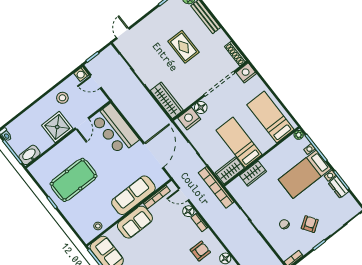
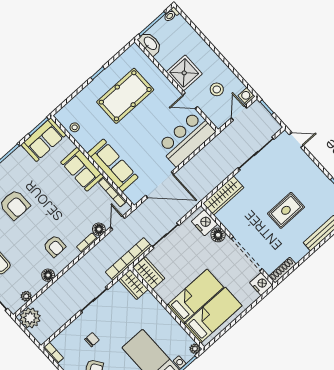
stool: (62, 98) -> (217, 89), moved
bed: (239, 142) -> (195, 296), moved
wardrobe: (253, 174) -> (133, 284), moved
pool table: (74, 180) -> (125, 96), turned 90

